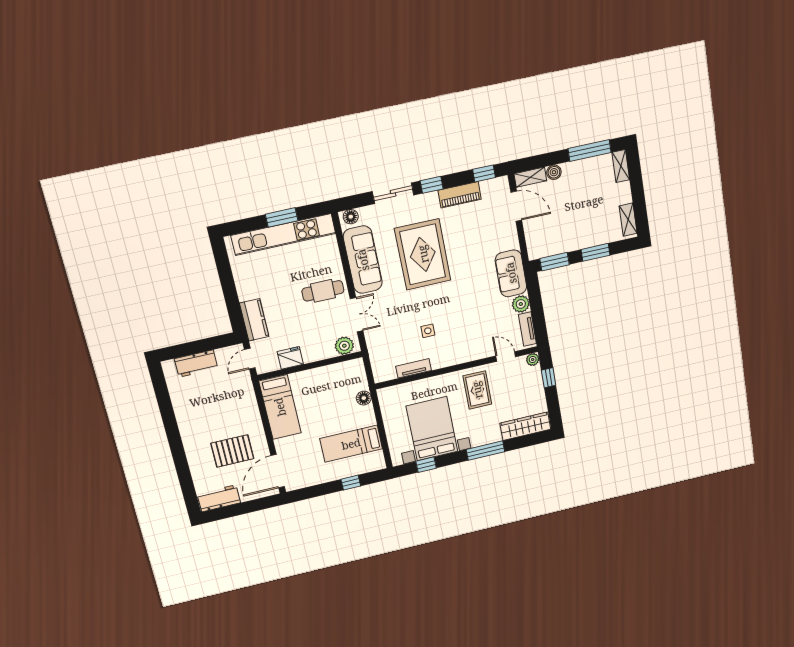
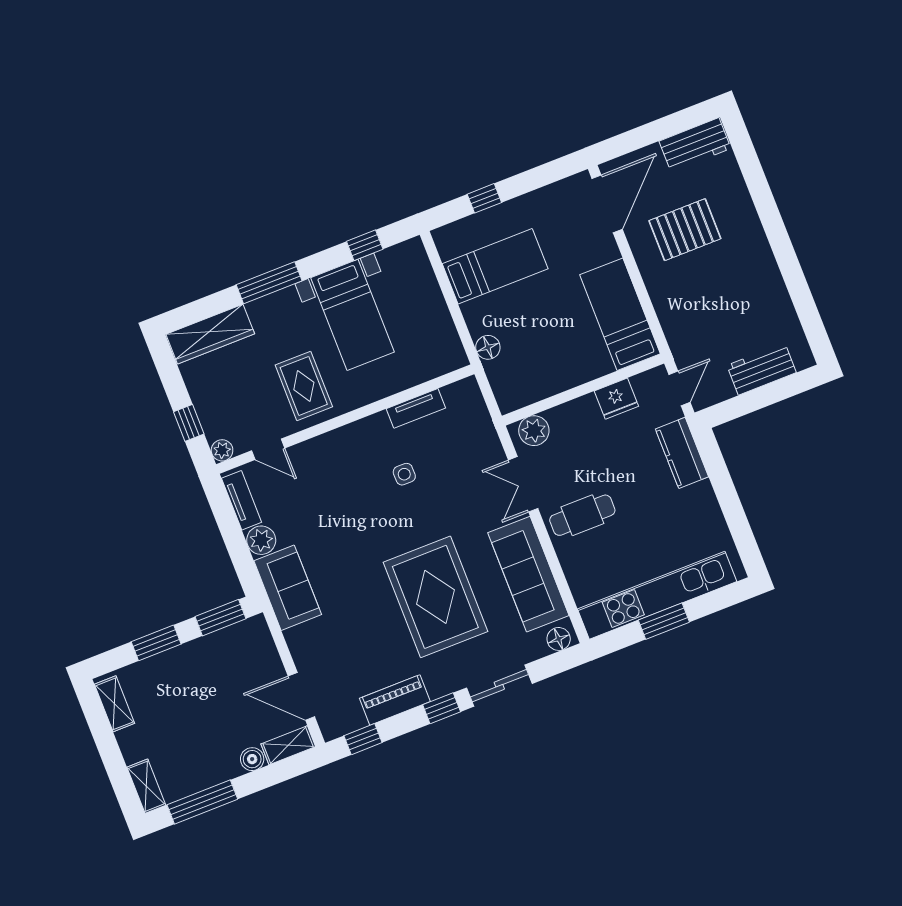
bed with nightstands: (432, 429) -> (352, 315), width x0.73

